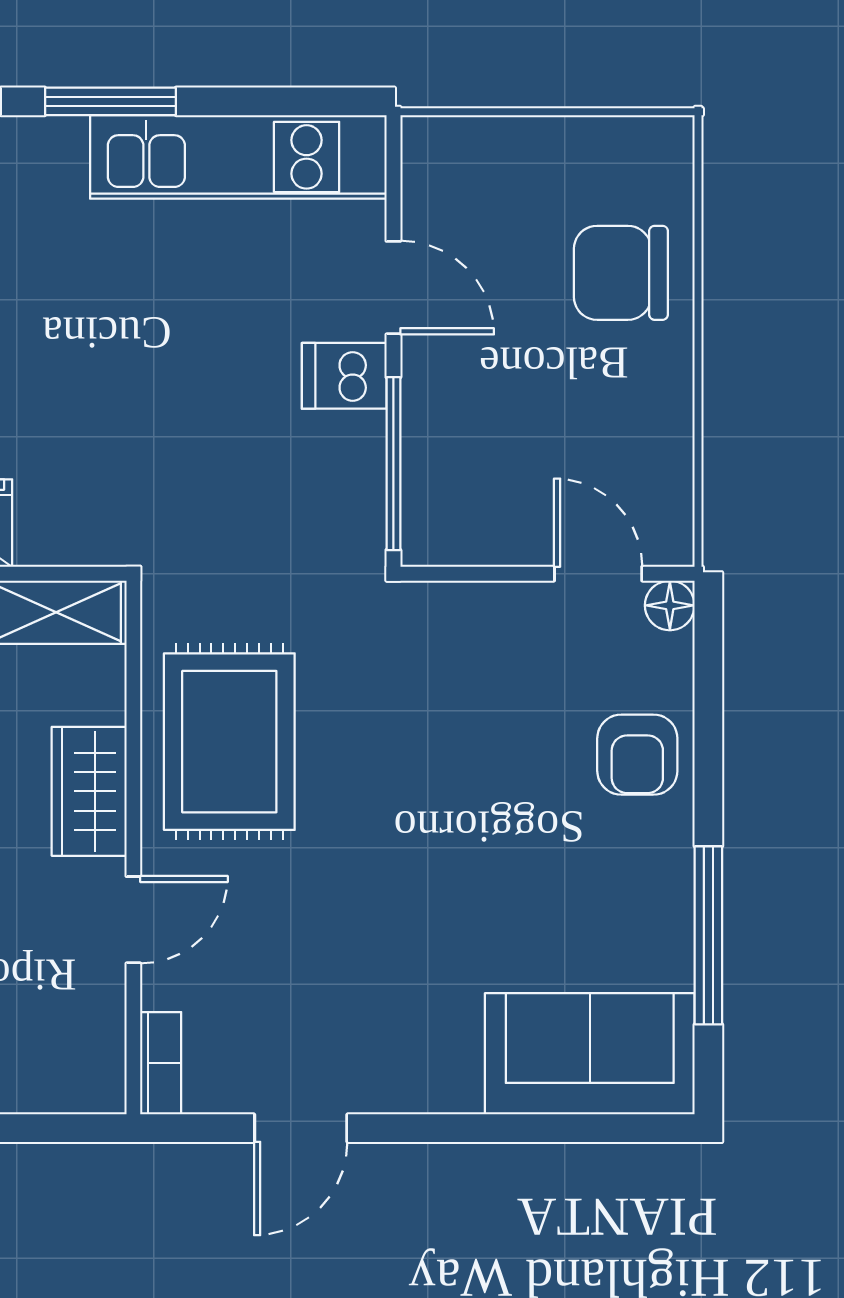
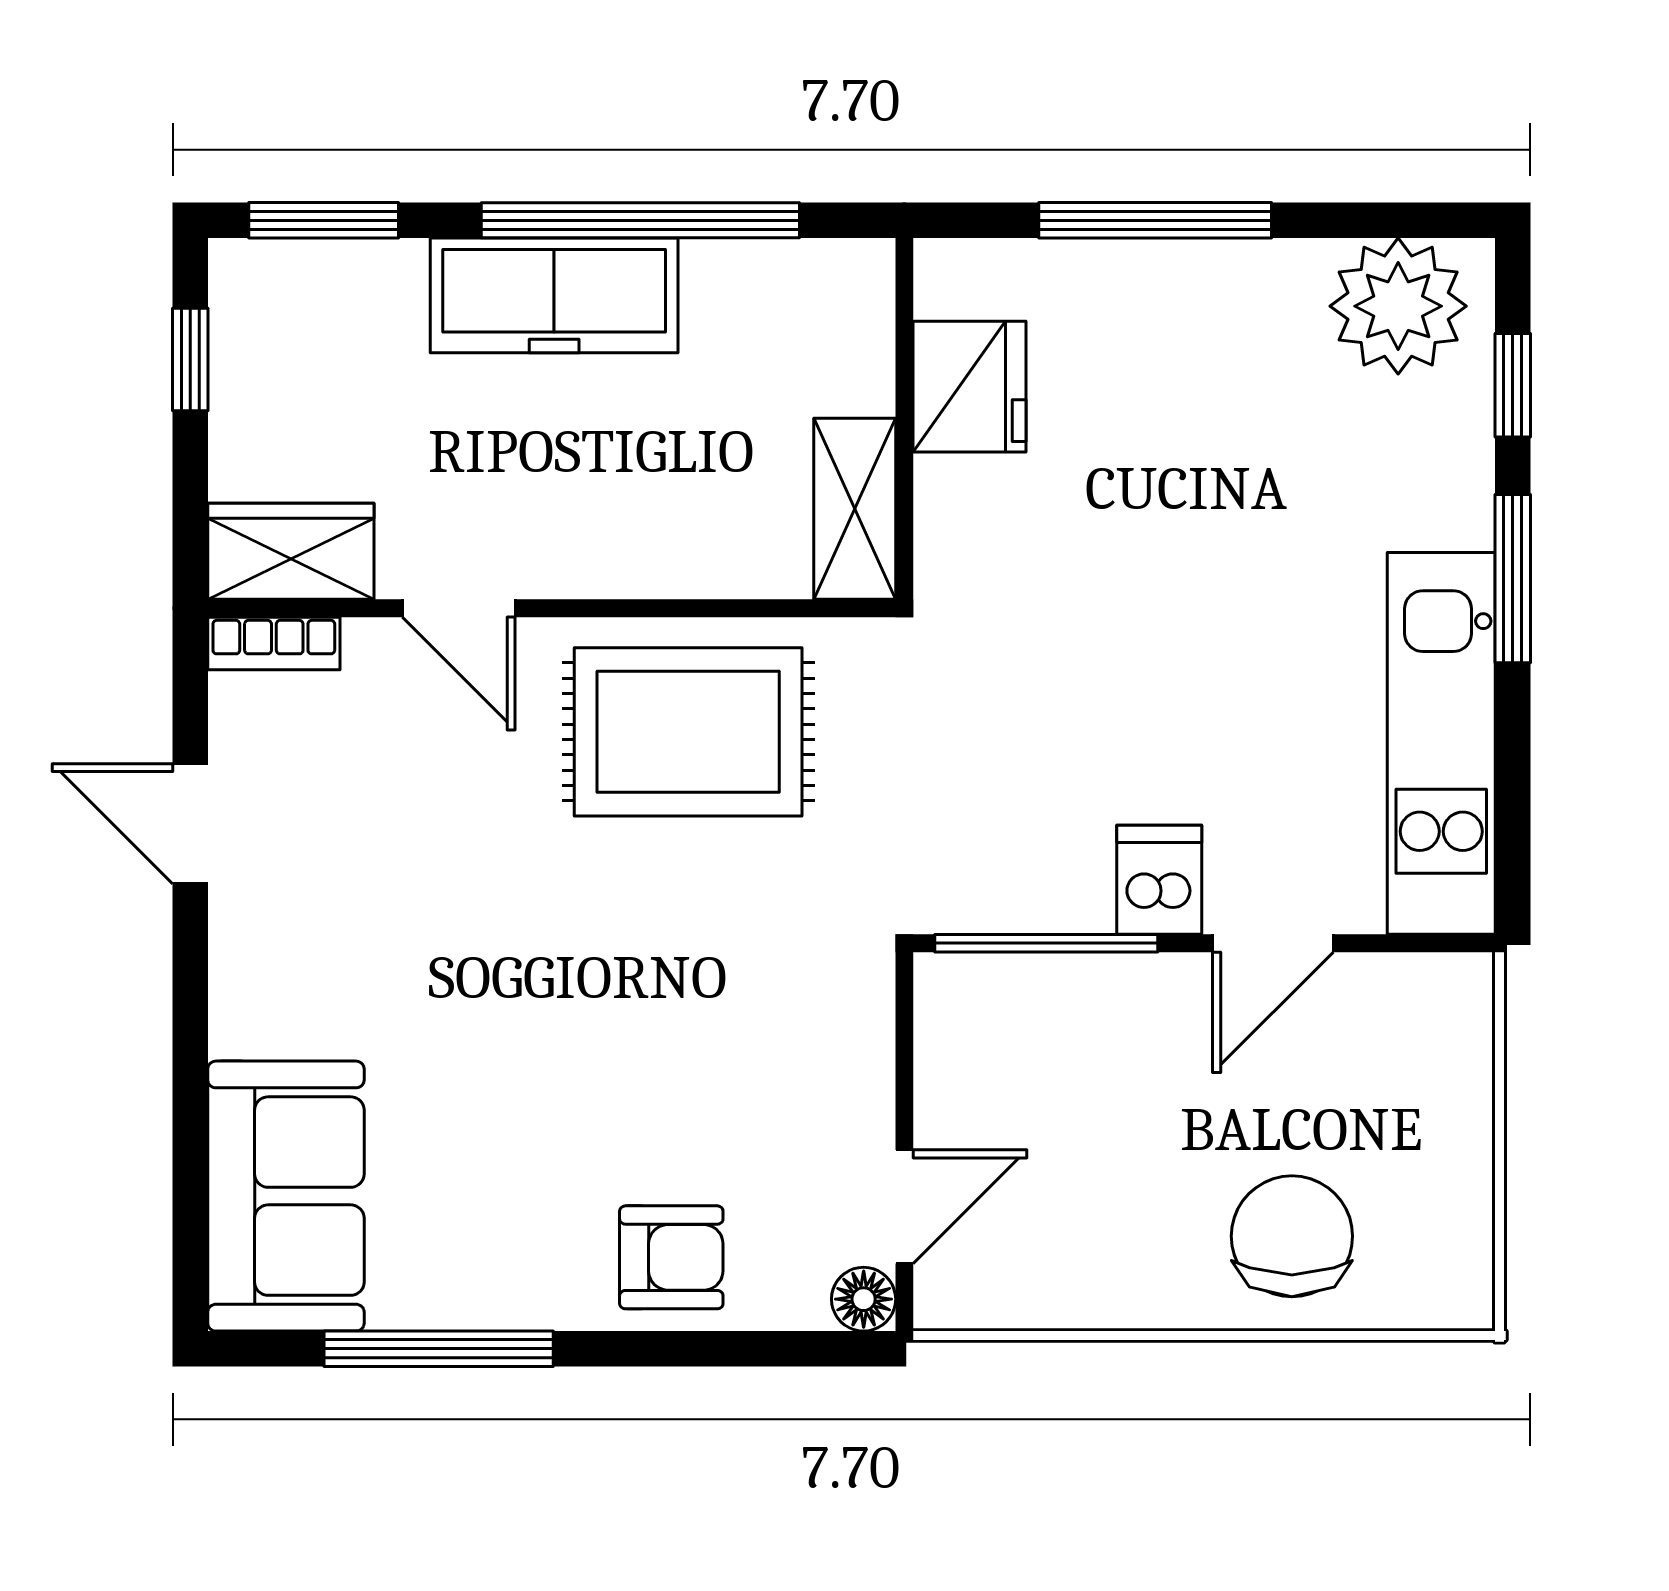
armchair: (637, 755) -> (671, 1257), turned 180
wardrobe: (89, 791) -> (291, 551), moved

